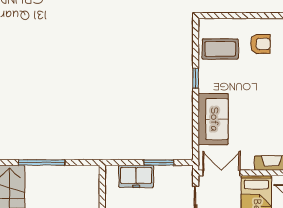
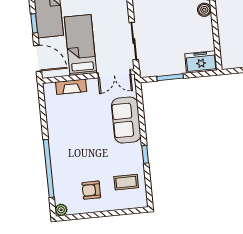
coffee table: (220, 49) -> (126, 182), width x0.73, depth x0.77
freezer: (136, 176) -> (201, 62), moved

